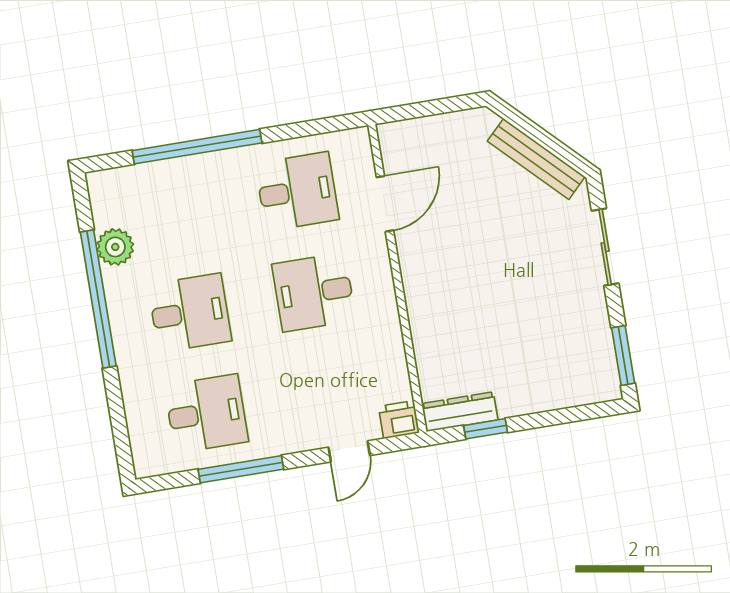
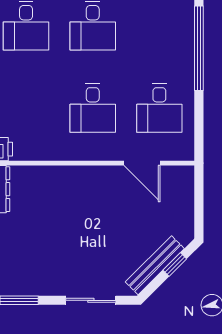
window: (530, 129) -> (175, 264), added
desk: (314, 292) -> (93, 108), turned 180

